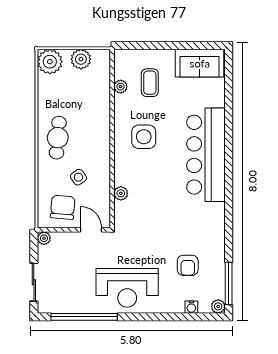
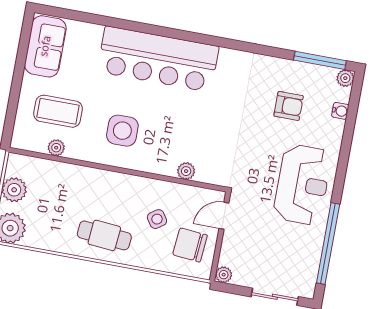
coffee table: (150, 83) -> (58, 111), width x1.36, depth x1.30

